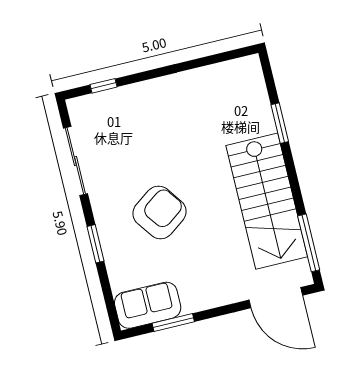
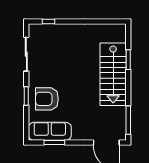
stairs: (267, 201) -> (113, 74), moved
armchair: (159, 212) -> (47, 99), moved, turned -144
sofa: (148, 305) -> (50, 131), width x1.36

